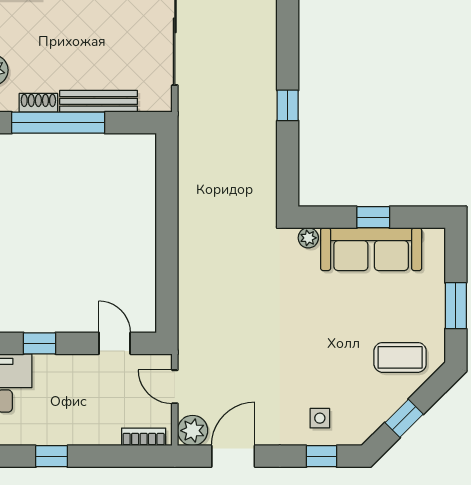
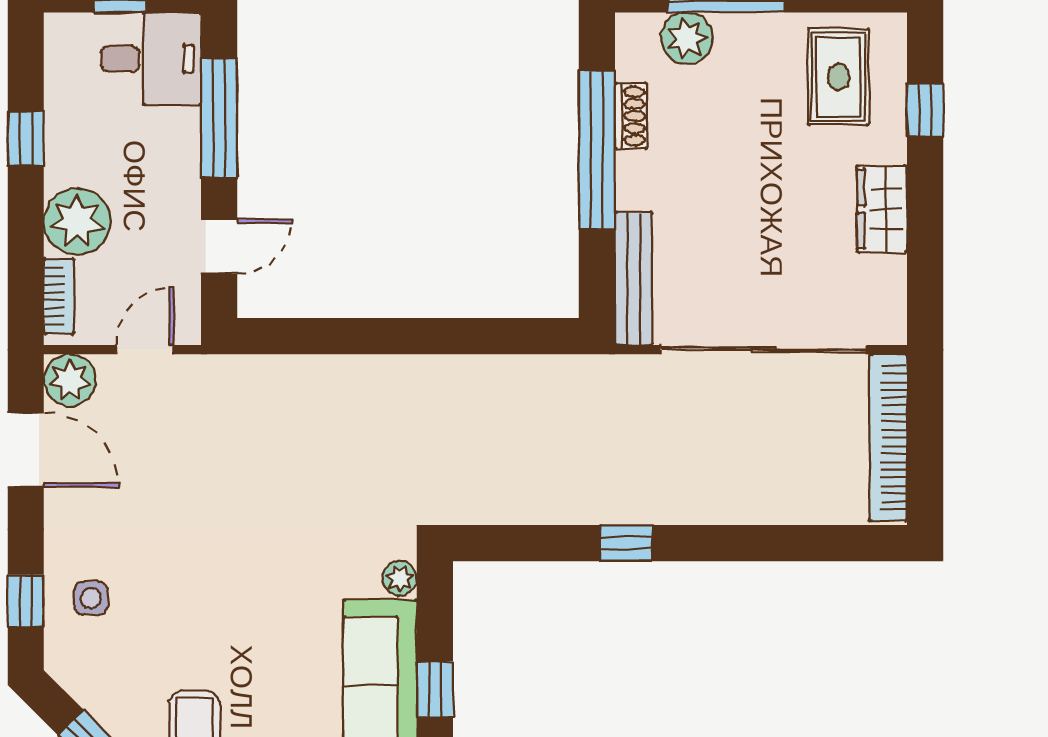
bench: (99, 101) -> (633, 279), moved
window: (39, 343) -> (219, 118), width x2.17
plant: (100, 426) -> (77, 222), added

